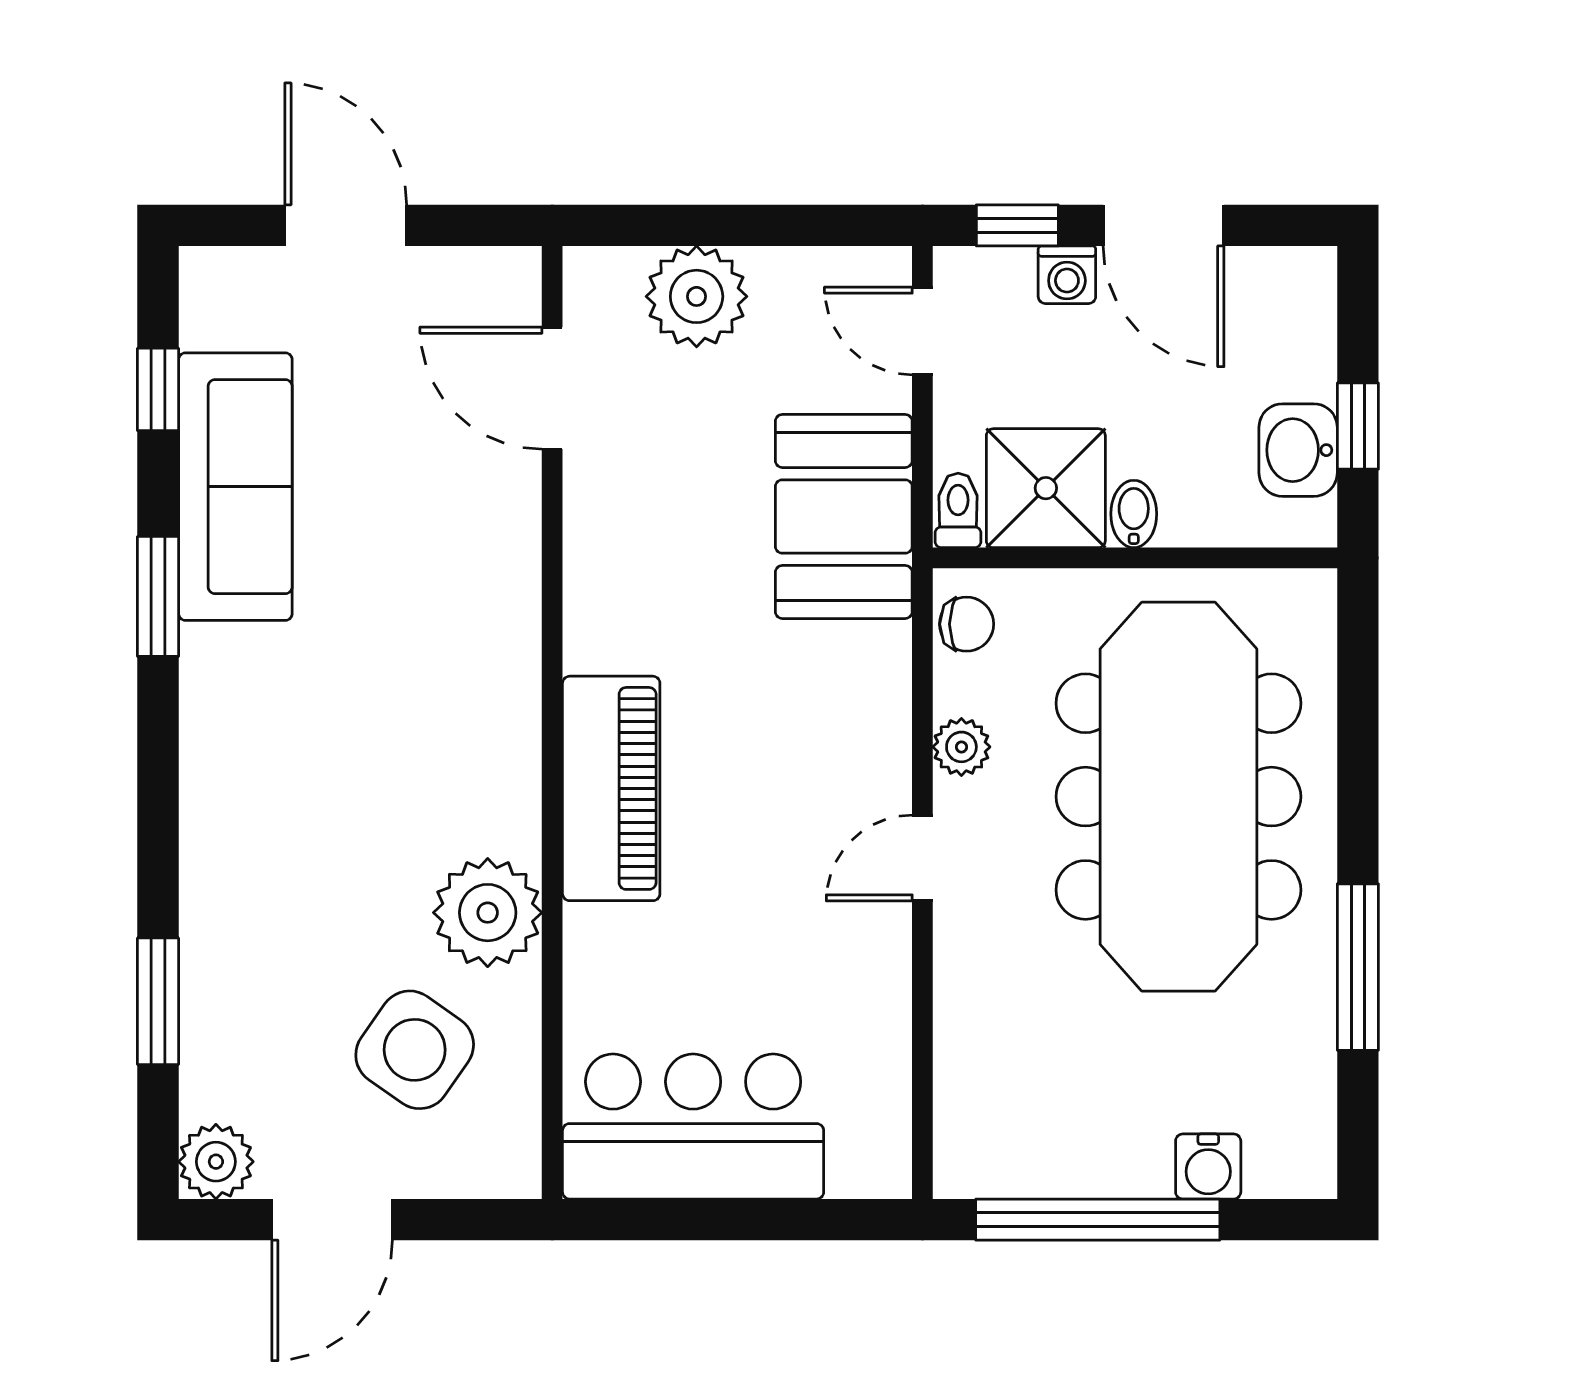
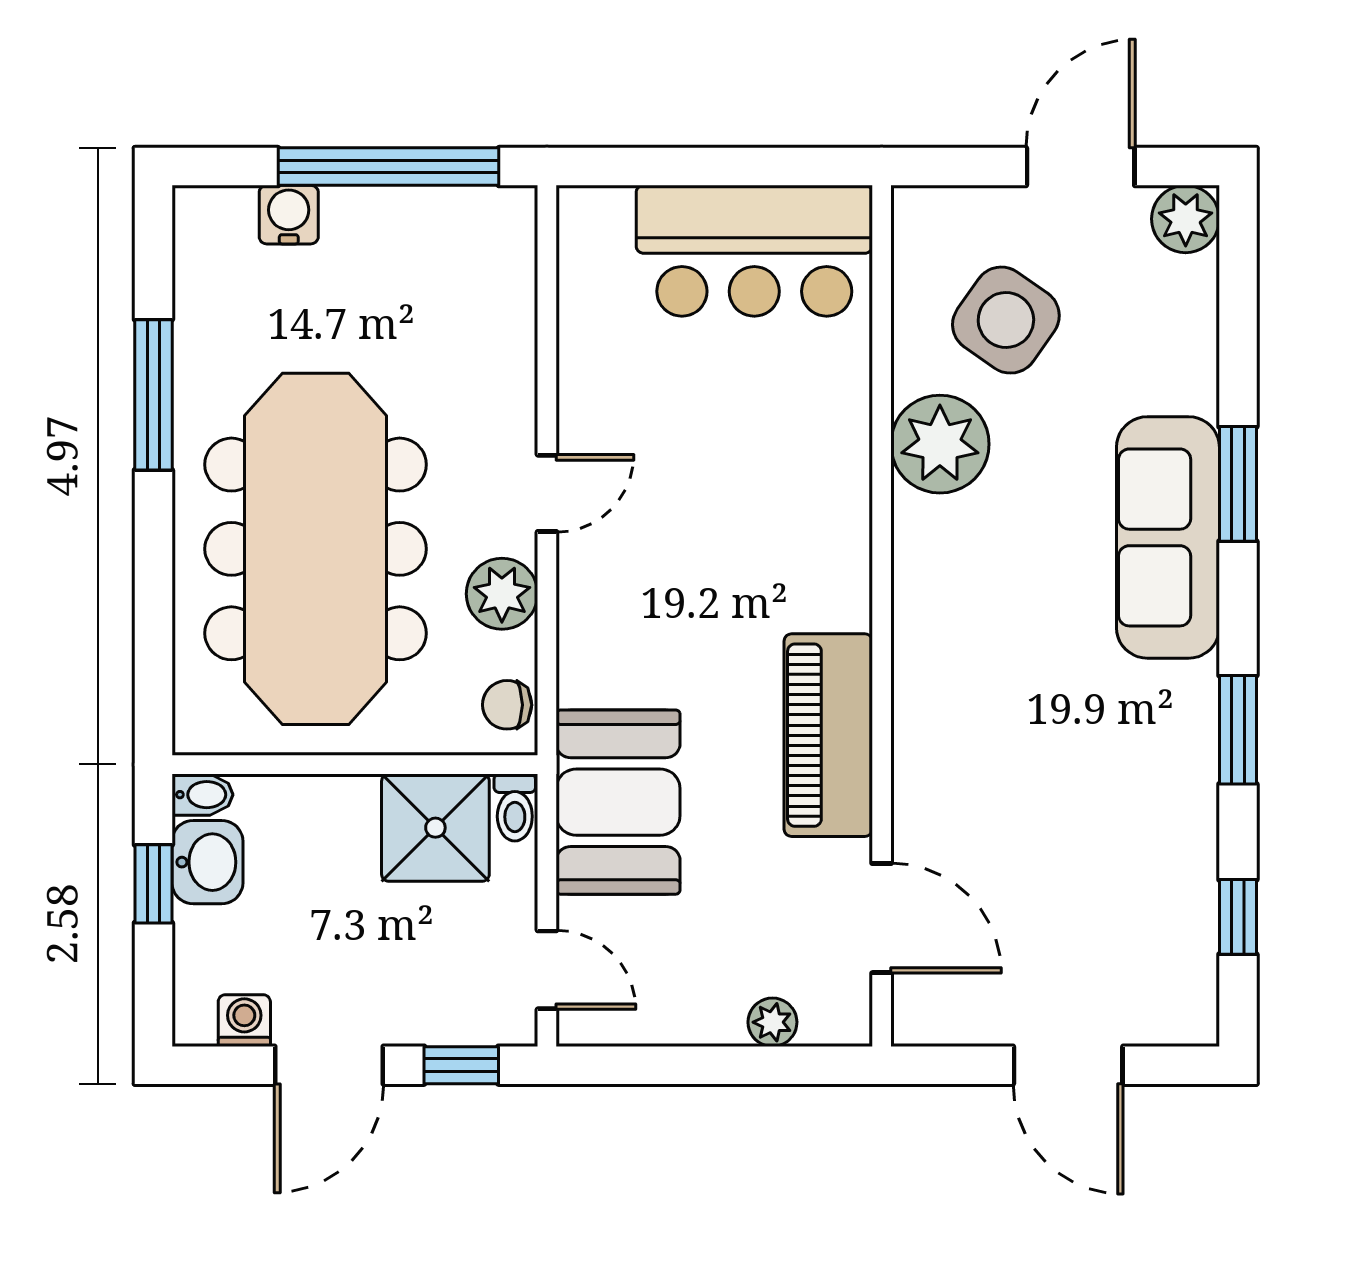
door: (1164, 225) -> (329, 1065), swing flipped
washing machine: (1067, 275) -> (244, 1021), moved
plant: (697, 296) -> (772, 1022), width x0.53, depth x0.53
sofa: (235, 487) -> (1168, 537), moved
bidet: (1134, 514) -> (202, 795), moved, turned -90
plant: (961, 747) -> (502, 594), width x1.38, depth x1.38
piano: (611, 788) -> (828, 735), moved
window: (158, 1001) -> (1238, 484), moved

